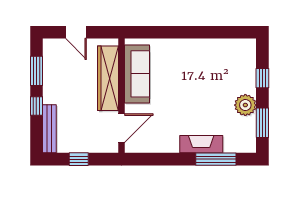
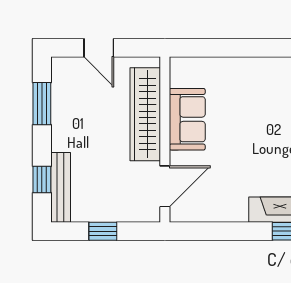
sofa: (137, 74) -> (187, 119), width x0.73
window: (36, 106) -> (42, 179), moved

